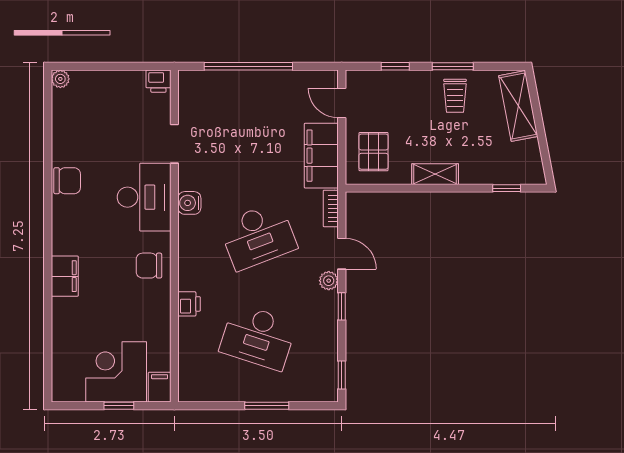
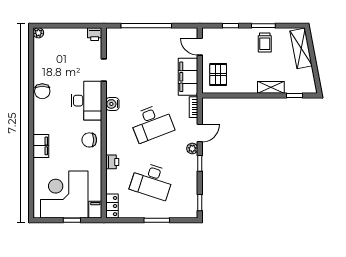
shelving: (435, 174) -> (271, 87), moved
chair: (67, 181) -> (42, 91), turned 90
door: (342, 254) -> (200, 133), hinge flipped
corner desk: (116, 372) -> (64, 195), width x1.36, depth x1.36
locker: (189, 381) -> (112, 206), added

